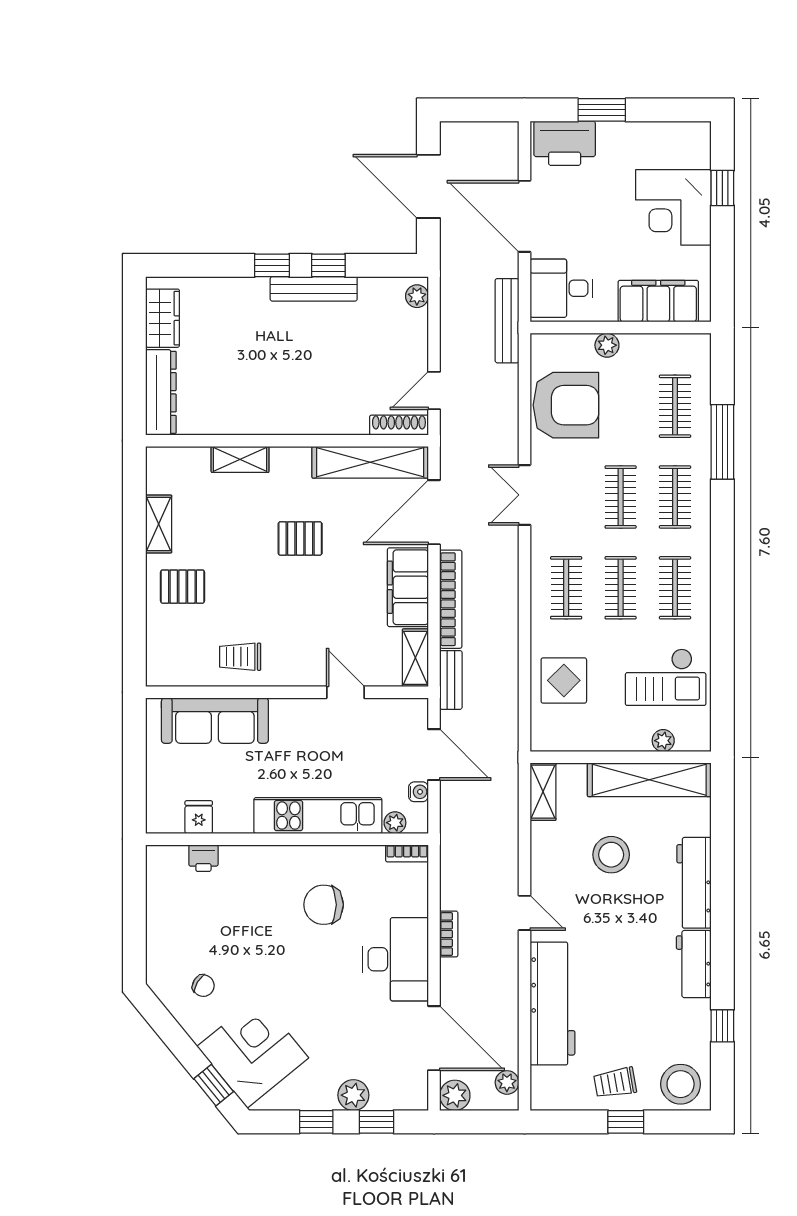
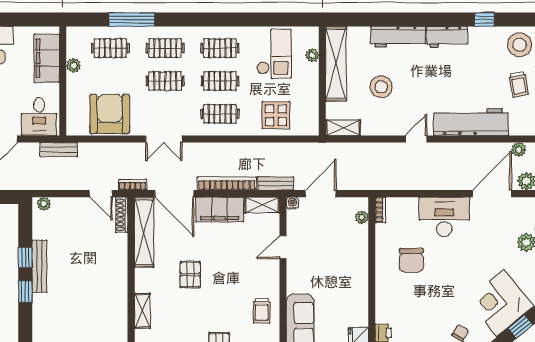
bench: (507, 321) -> (59, 150), width x0.73
plant: (607, 345) -> (73, 66), moved
water cooler: (418, 792) -> (292, 203), moved
kitchen unit: (318, 816) -> (357, 264), removed
bookcase: (449, 934) -> (133, 185), moved

